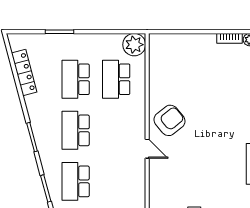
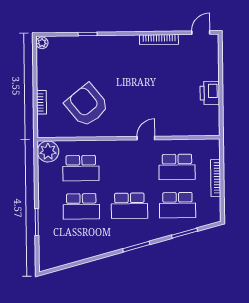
bookcase: (229, 38) -> (42, 102), moved
locker: (24, 73) -> (76, 255), removed
armchair: (169, 120) -> (87, 105), moved, width x1.36, depth x1.36
school desk: (116, 181) -> (177, 167), added

